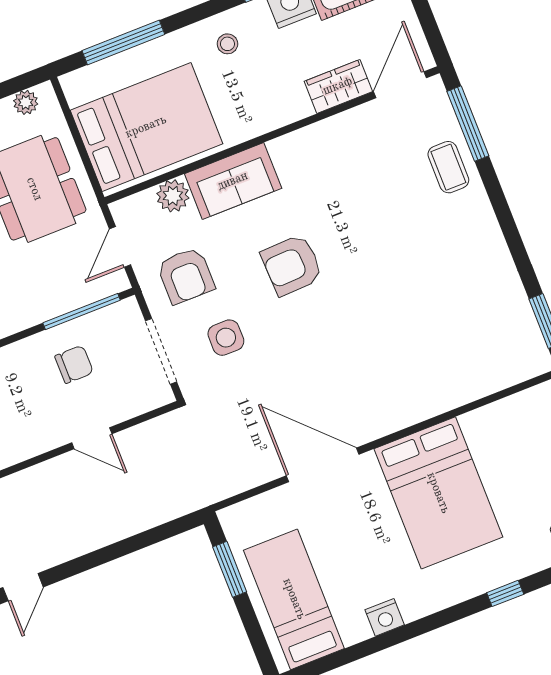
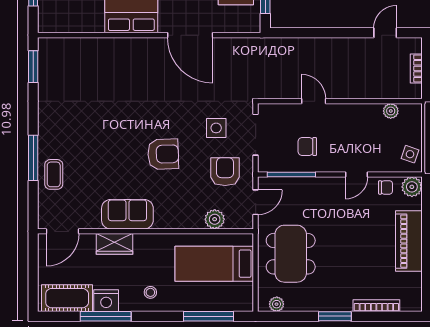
wardrobe: (338, 86) -> (114, 244), moved
window: (468, 124) -> (33, 158), moved
bed: (146, 127) -> (214, 264), width x0.67
sofa: (233, 181) -> (127, 214), moved

